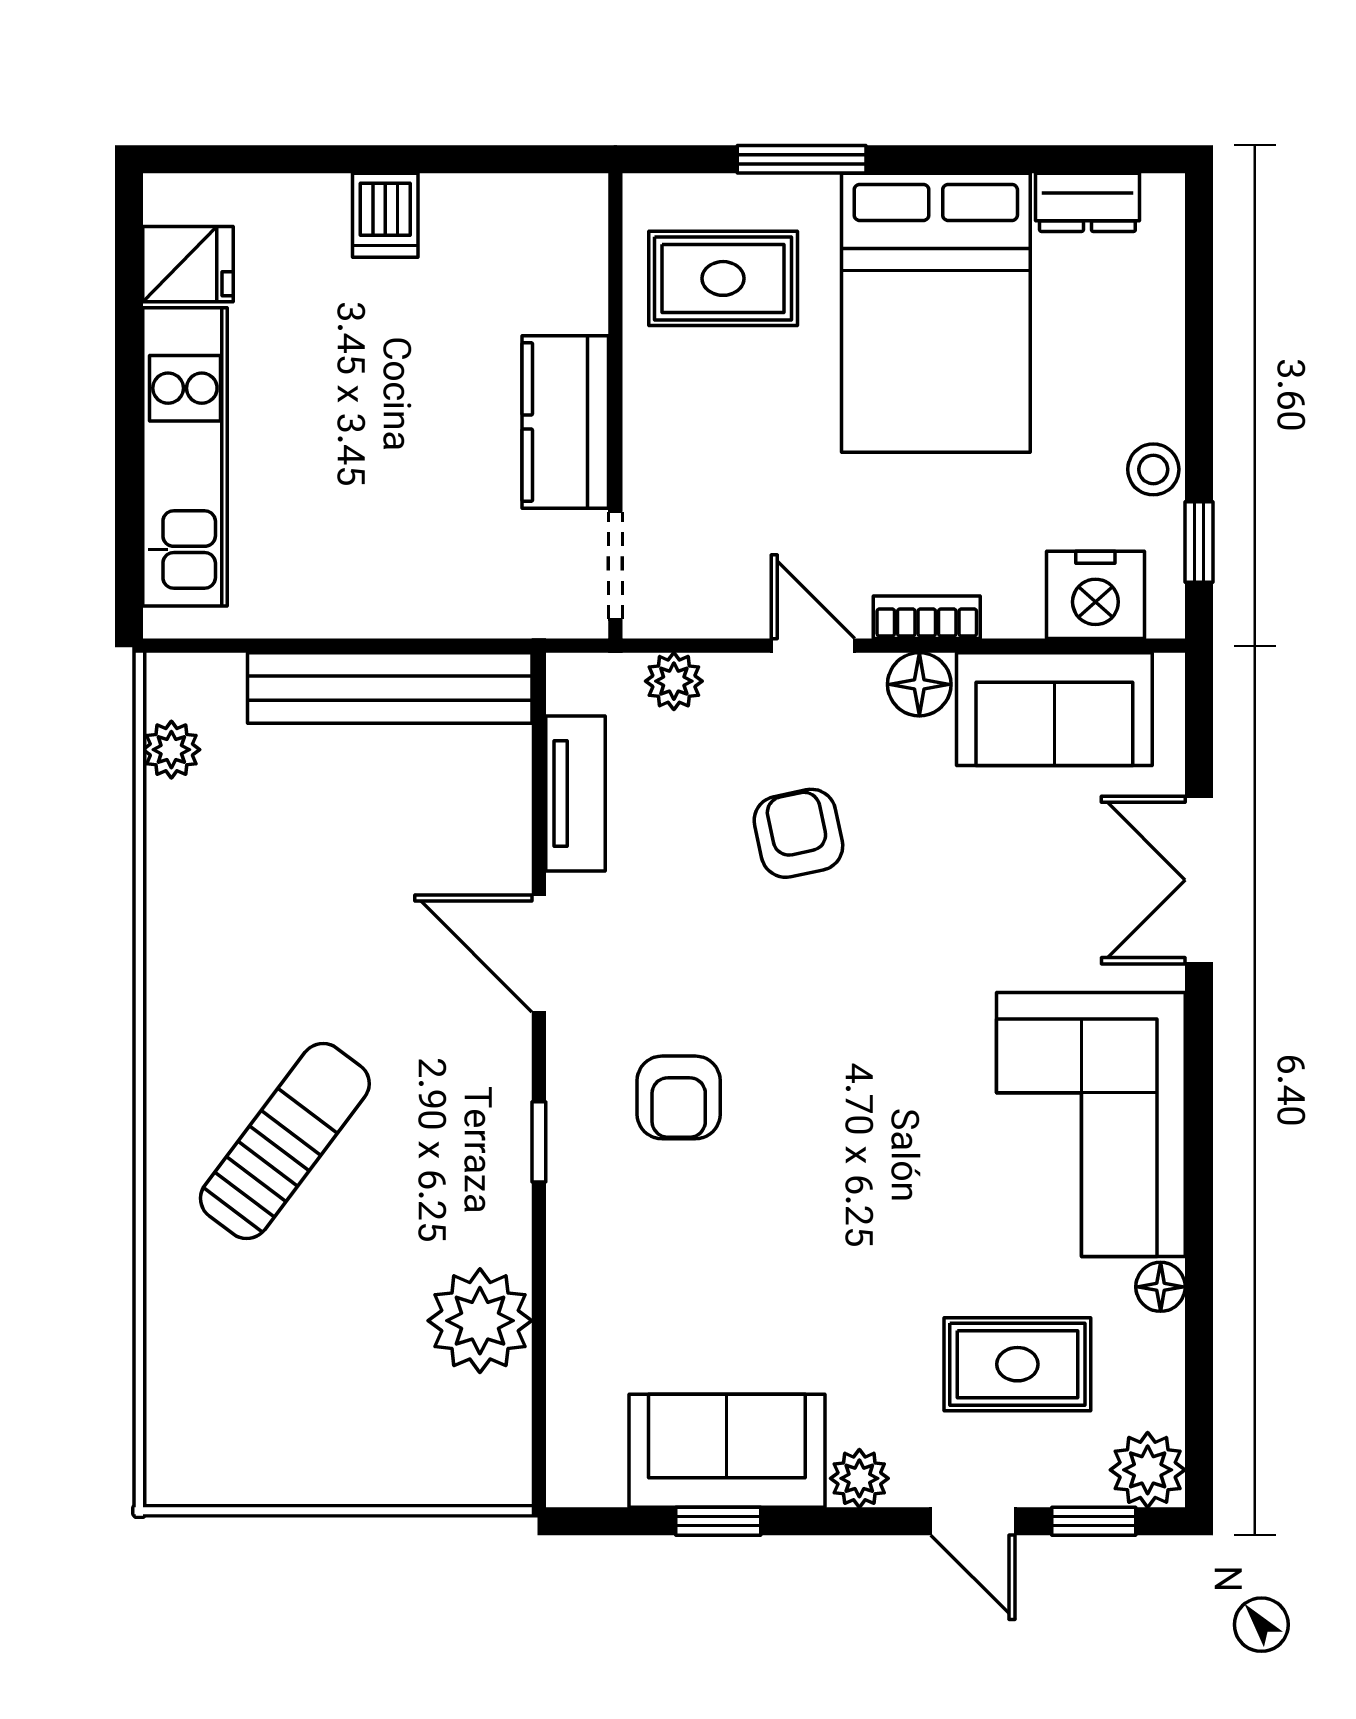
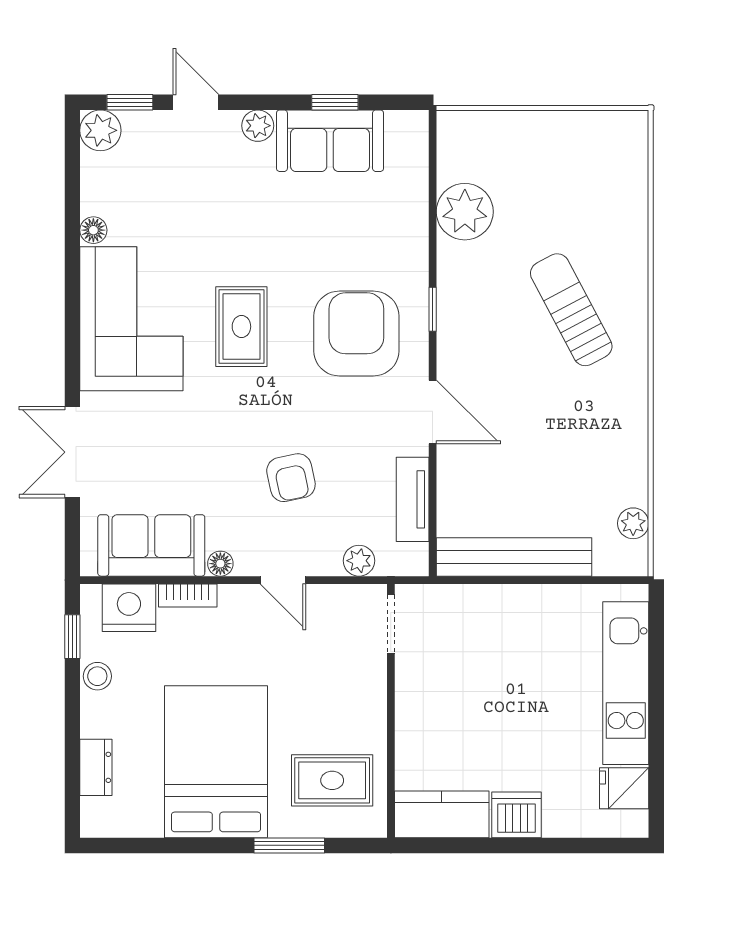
dresser: (1087, 202) -> (96, 767), moved, turned 90
dishwasher: (385, 215) -> (516, 815), width x1.38
kitchen counter: (565, 422) -> (442, 814), moved, turned -90
bookcase: (927, 617) -> (188, 595), moved
floor lamp: (919, 684) -> (220, 564), width x0.73, depth x0.73
double door: (1199, 880) -> (72, 452), swing flipped
armchair: (679, 1097) -> (356, 333), width x1.88, depth x1.88
sun lounger: (285, 1141) -> (571, 310), turned 115
rug: (1017, 1364) -> (241, 327), moved, turned 90

